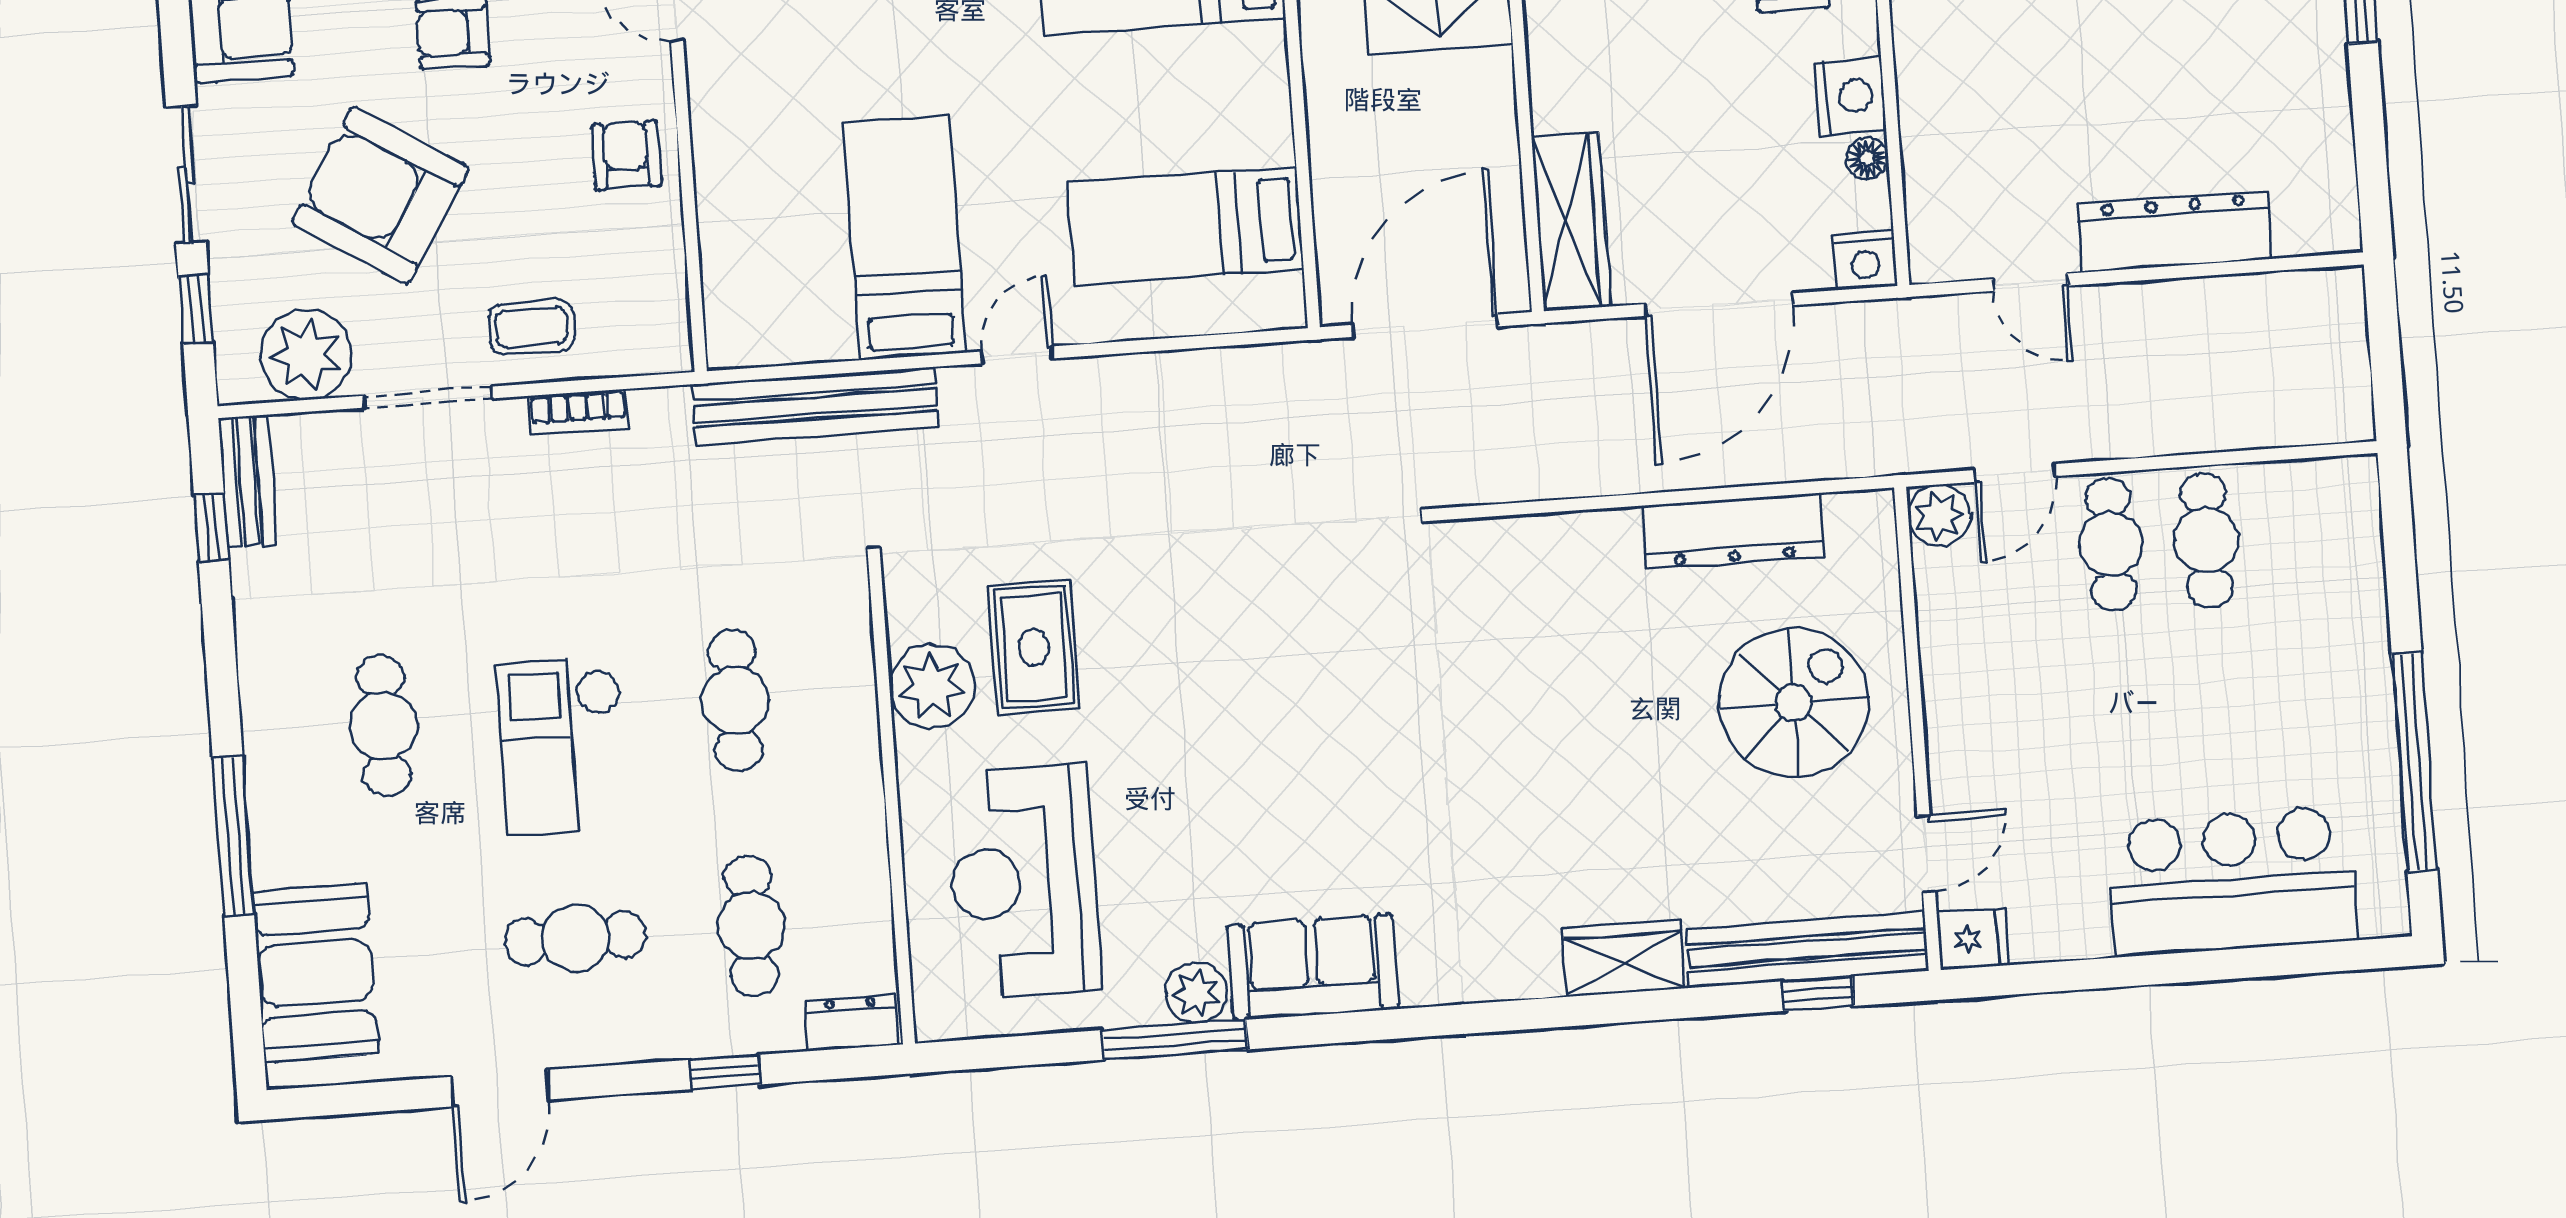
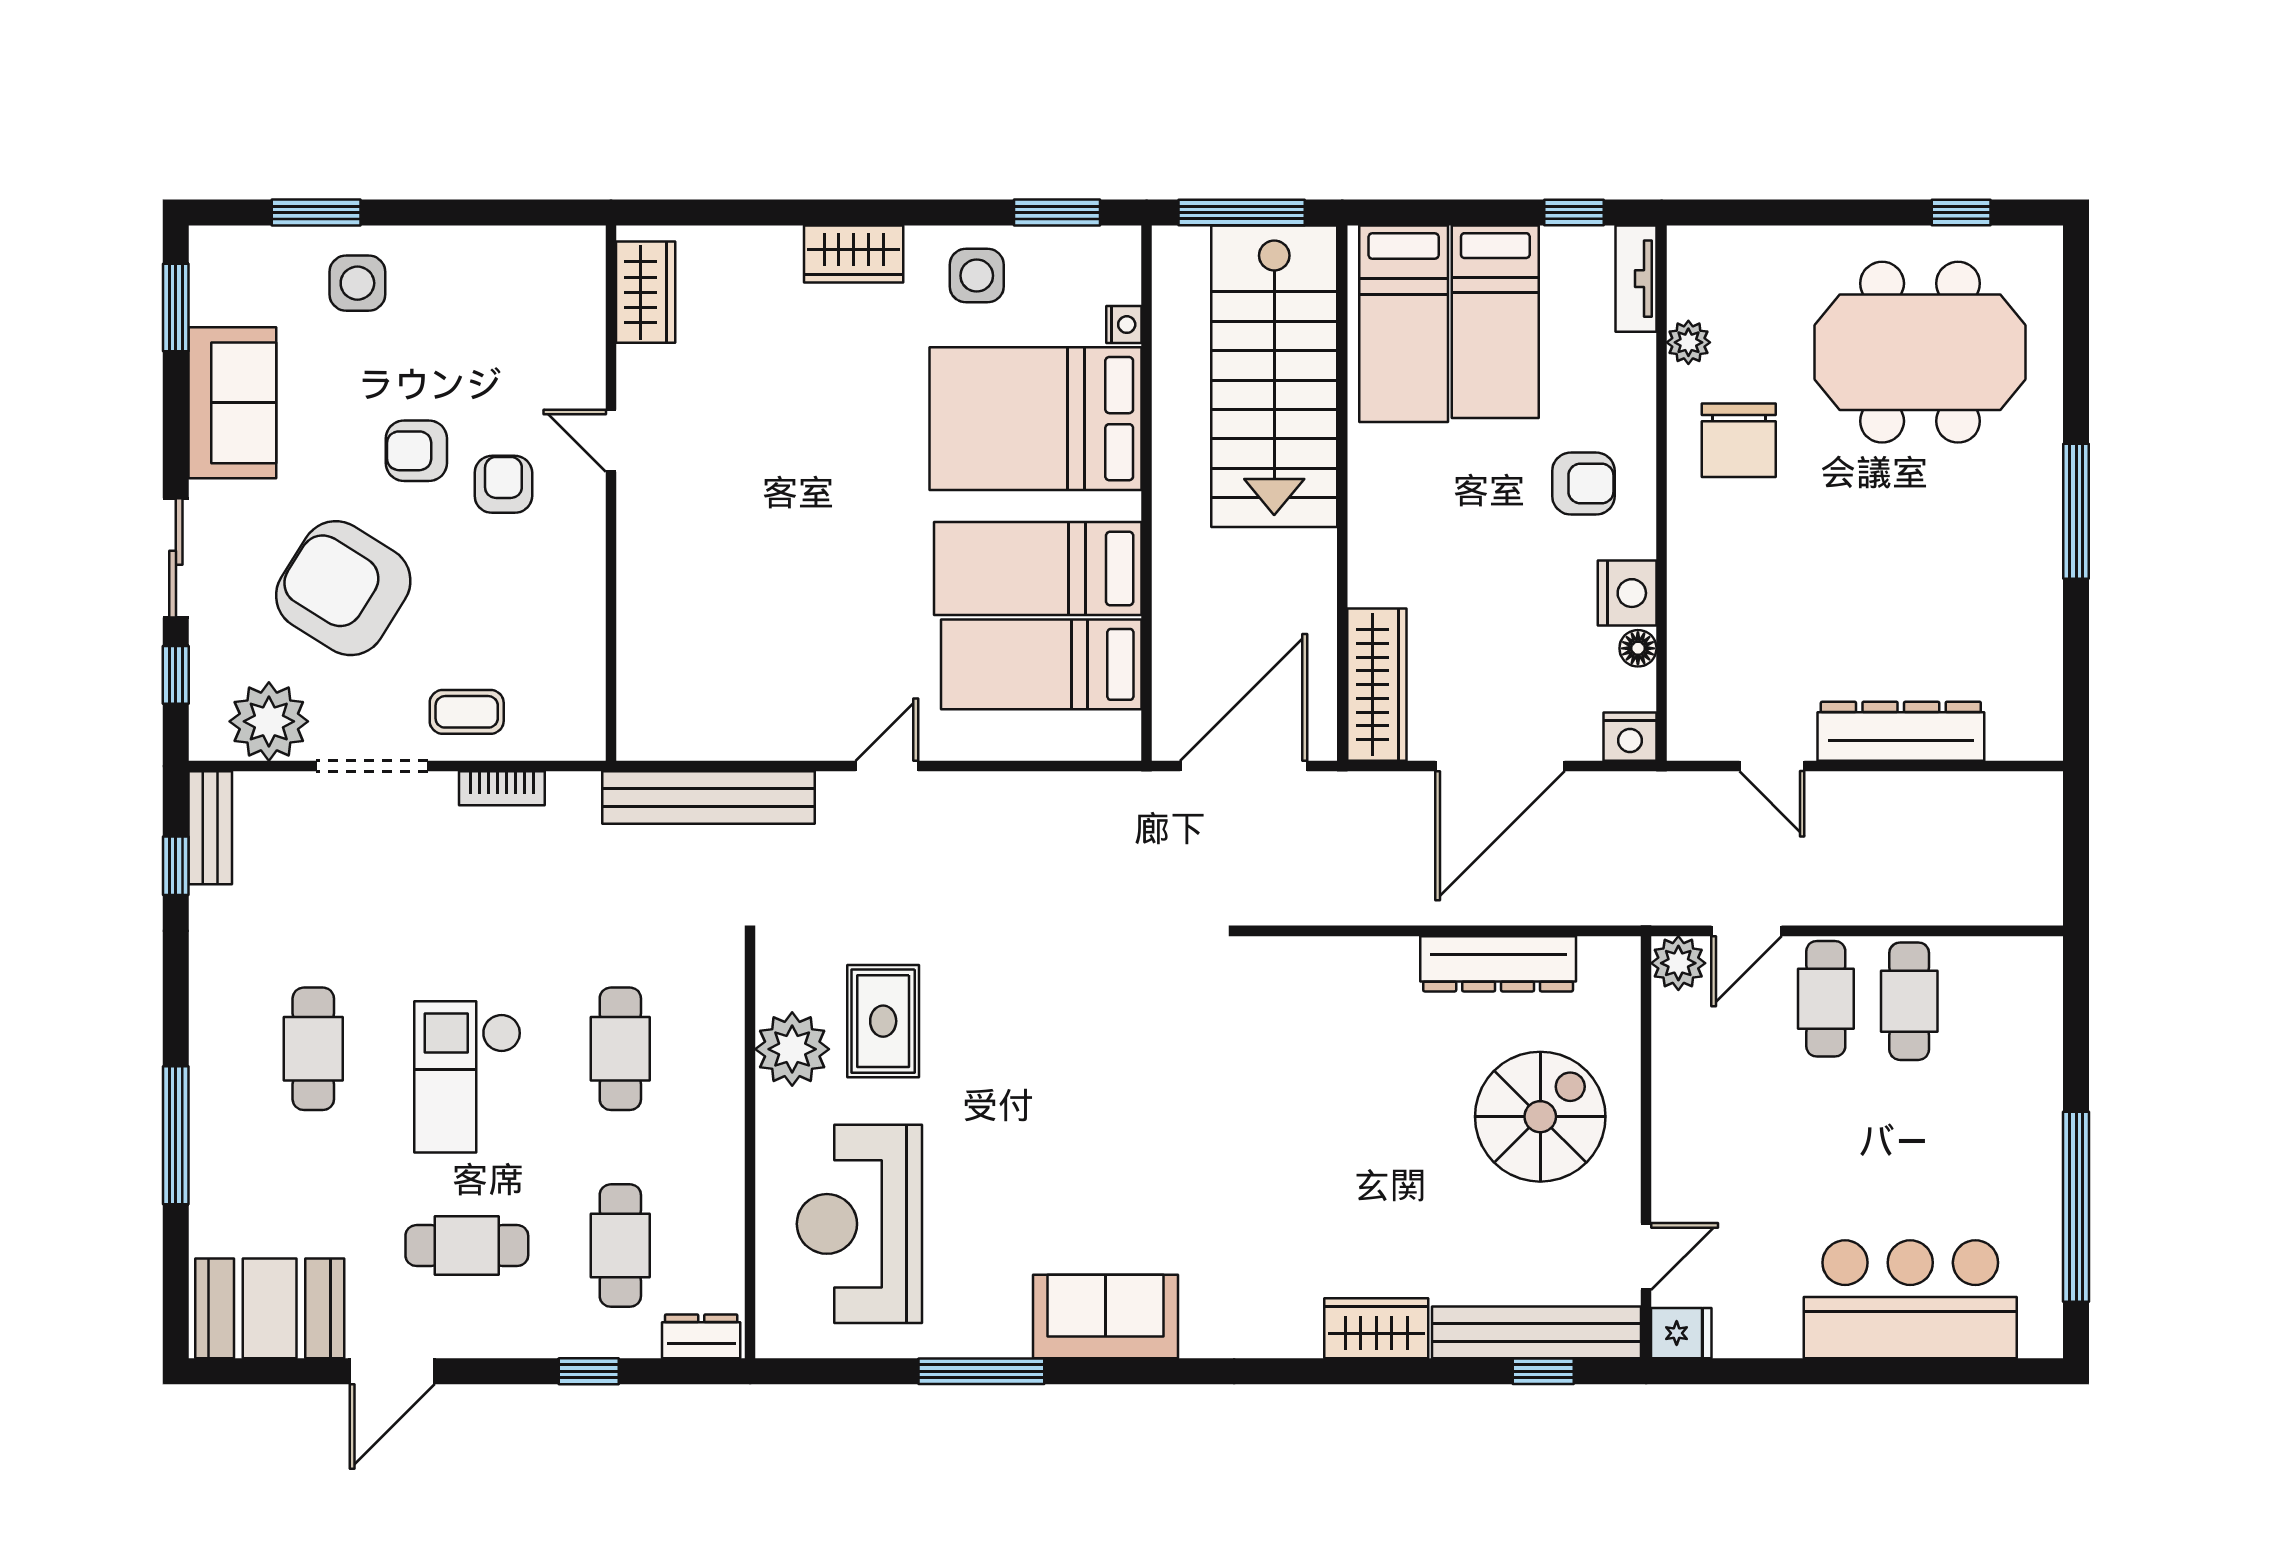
armchair: (626, 155) -> (503, 484), moved
bed: (904, 238) -> (1038, 569), moved, turned -90
booth: (315, 973) -> (270, 1308), moved, turned 90
plant: (1196, 993) -> (1003, 1332), removed

